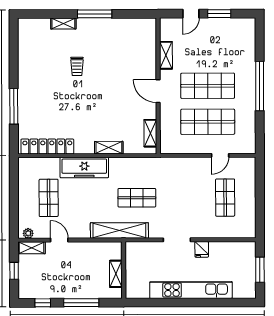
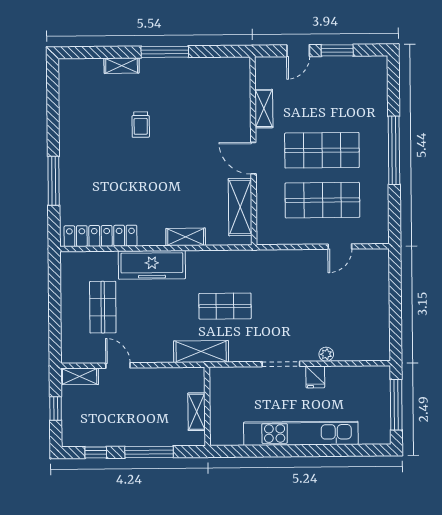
shelving: (150, 133) -> (240, 207), width x1.50, depth x1.33
shop shelf: (225, 198) -> (347, 305), removed
shelving: (119, 230) -> (201, 352), width x0.68
plant: (28, 233) -> (326, 354), moved
window: (260, 270) -> (396, 405), width x1.44

